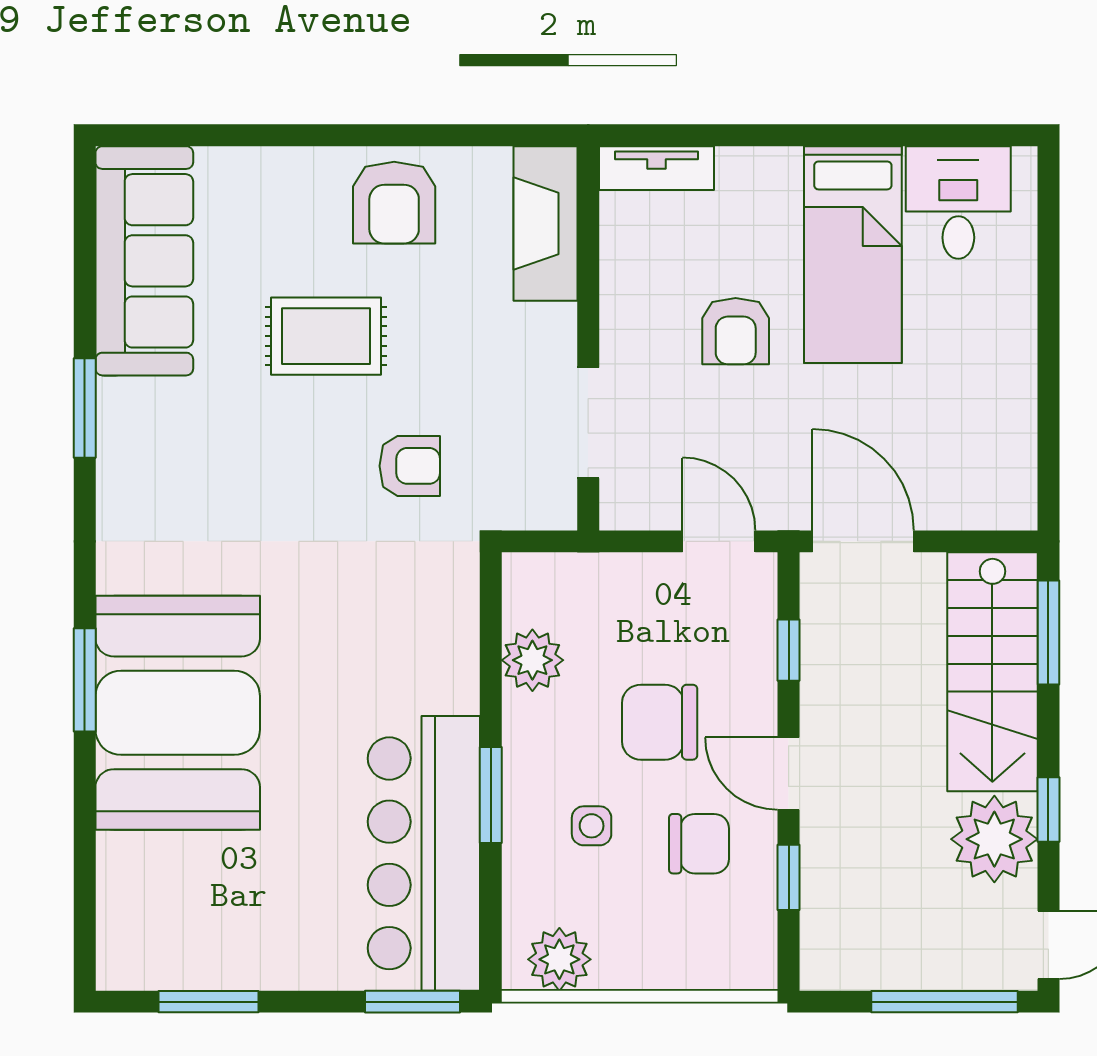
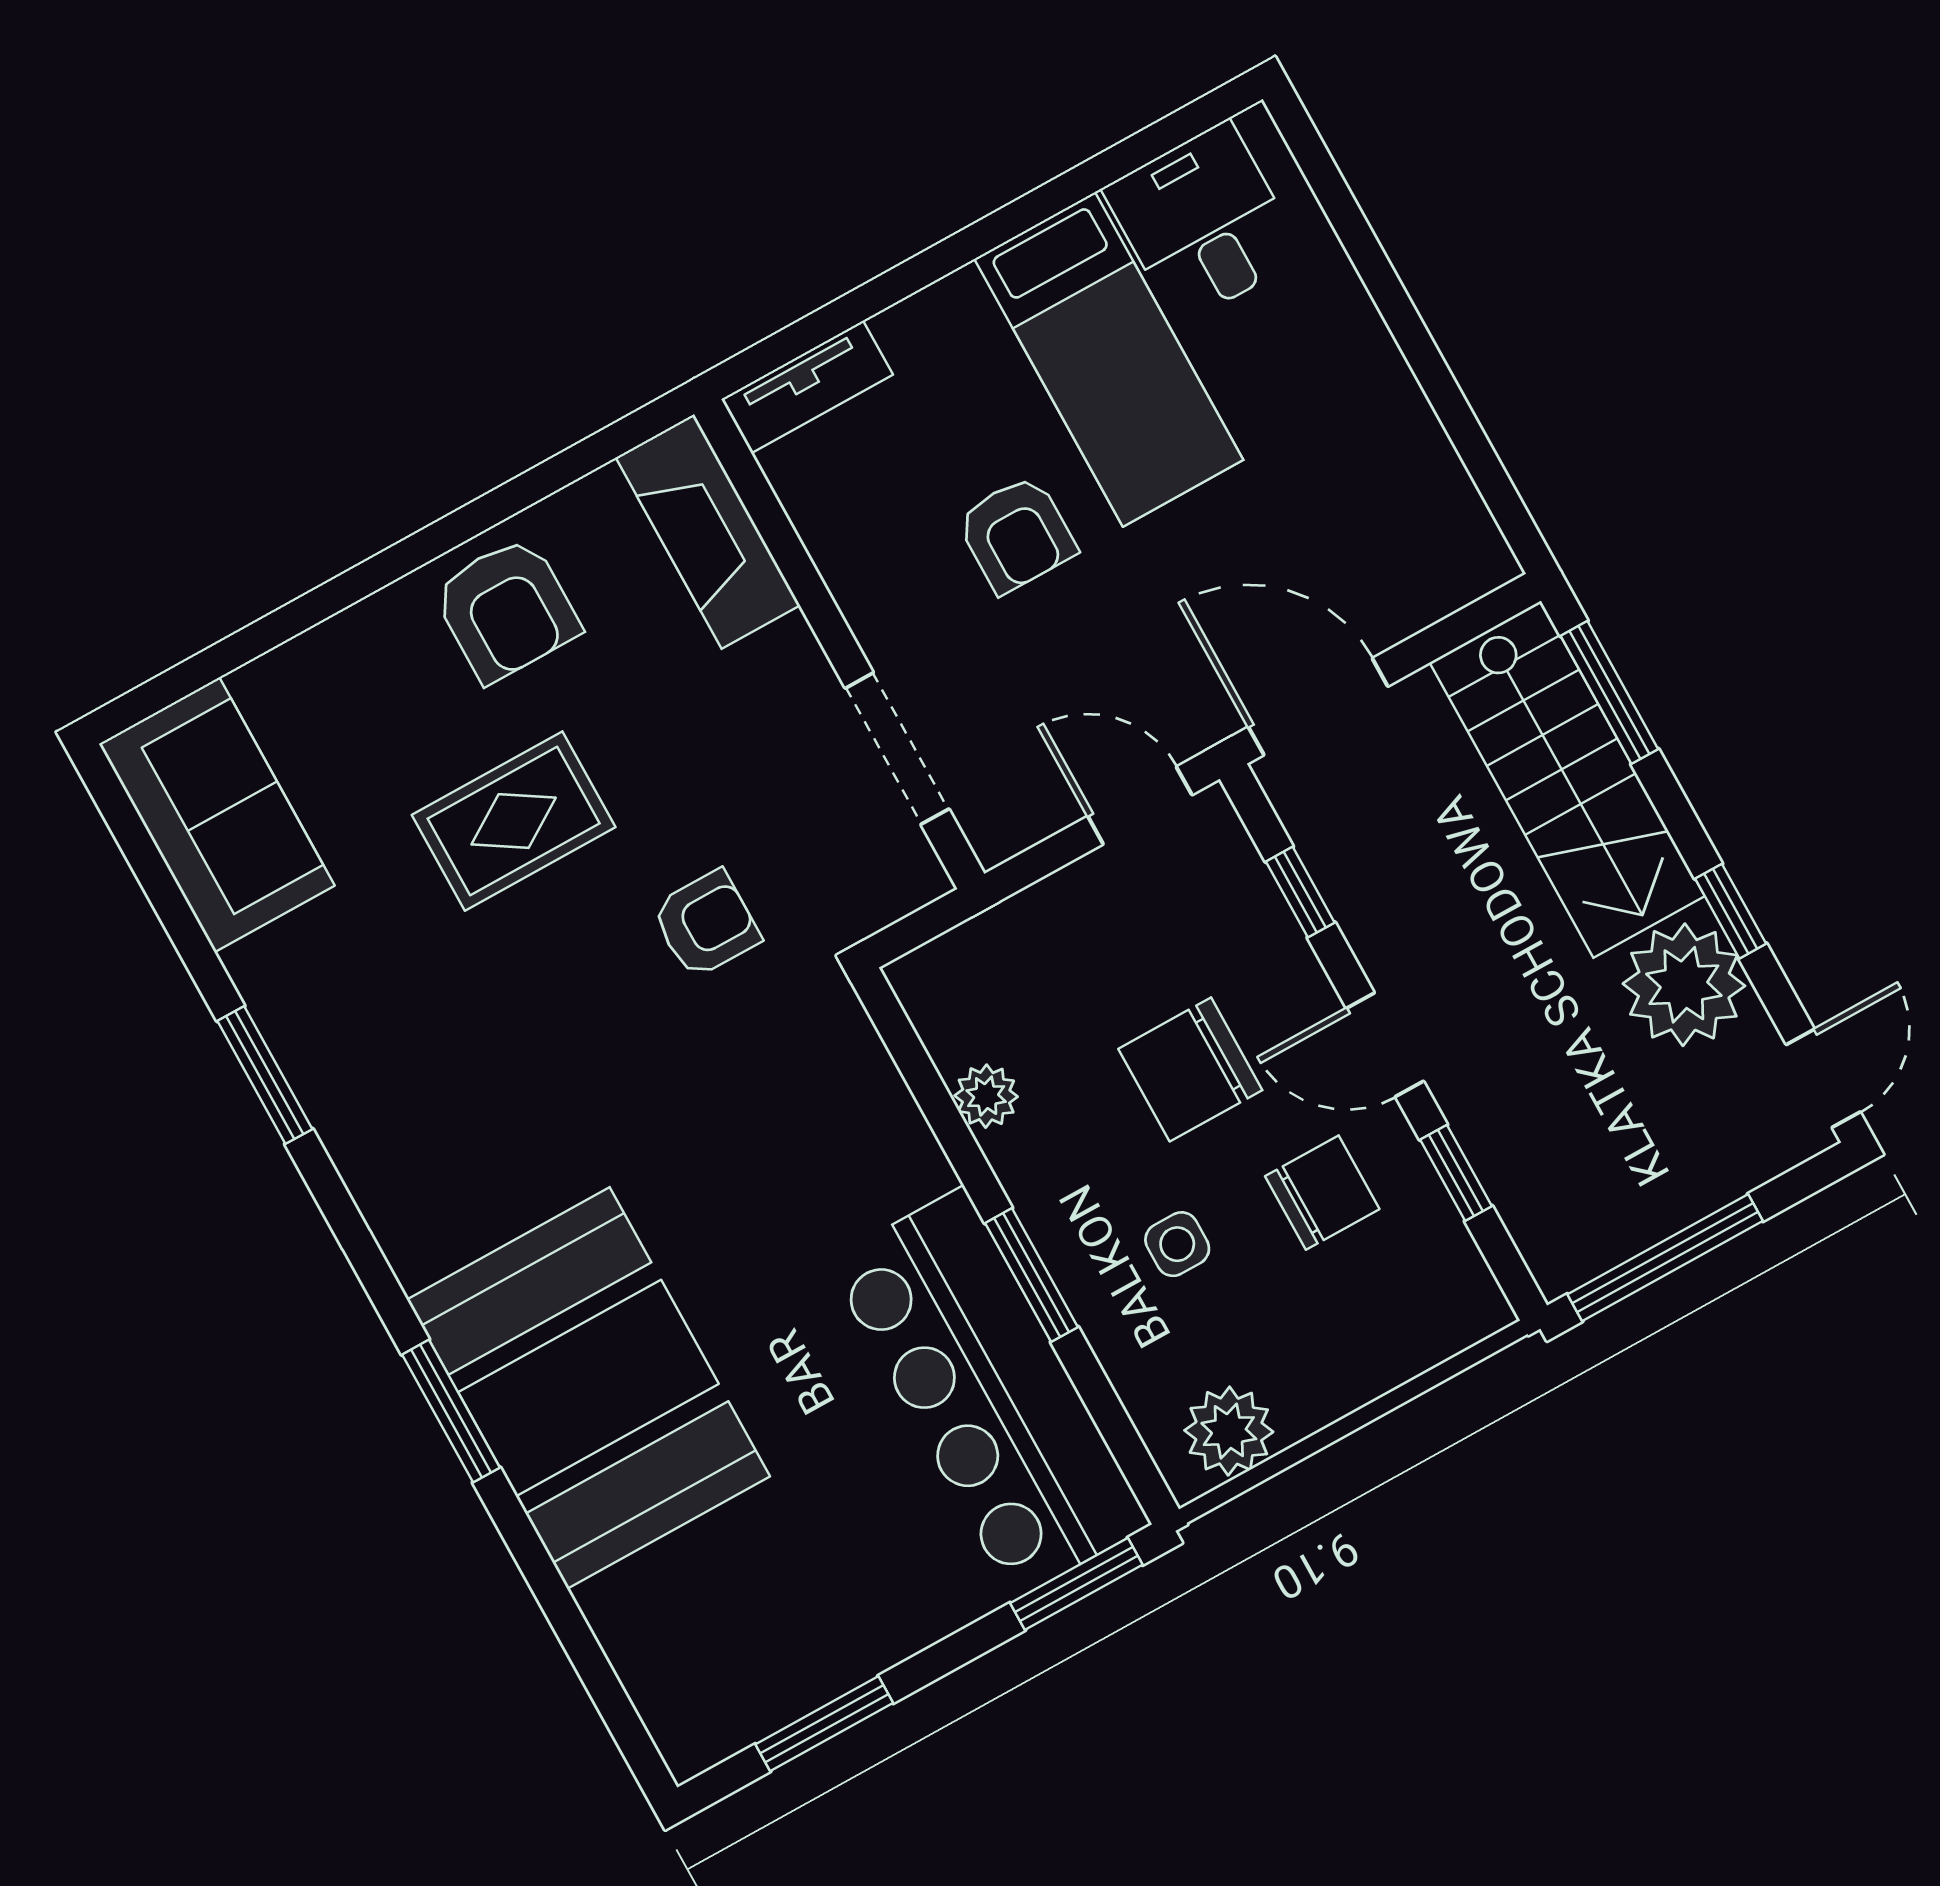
sofa: (144, 261) -> (217, 815), width x0.73
plant: (532, 660) -> (986, 1096), width x0.73, depth x0.73
window: (945, 1002) -> (1665, 1258), moved

